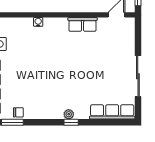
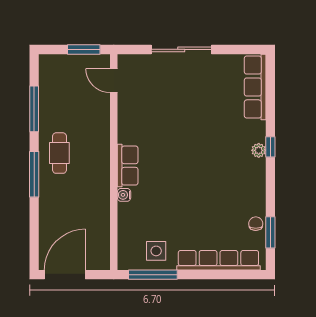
row of seats: (83, 24) -> (128, 166), moved
sliding door: (138, 76) -> (181, 49), moved

